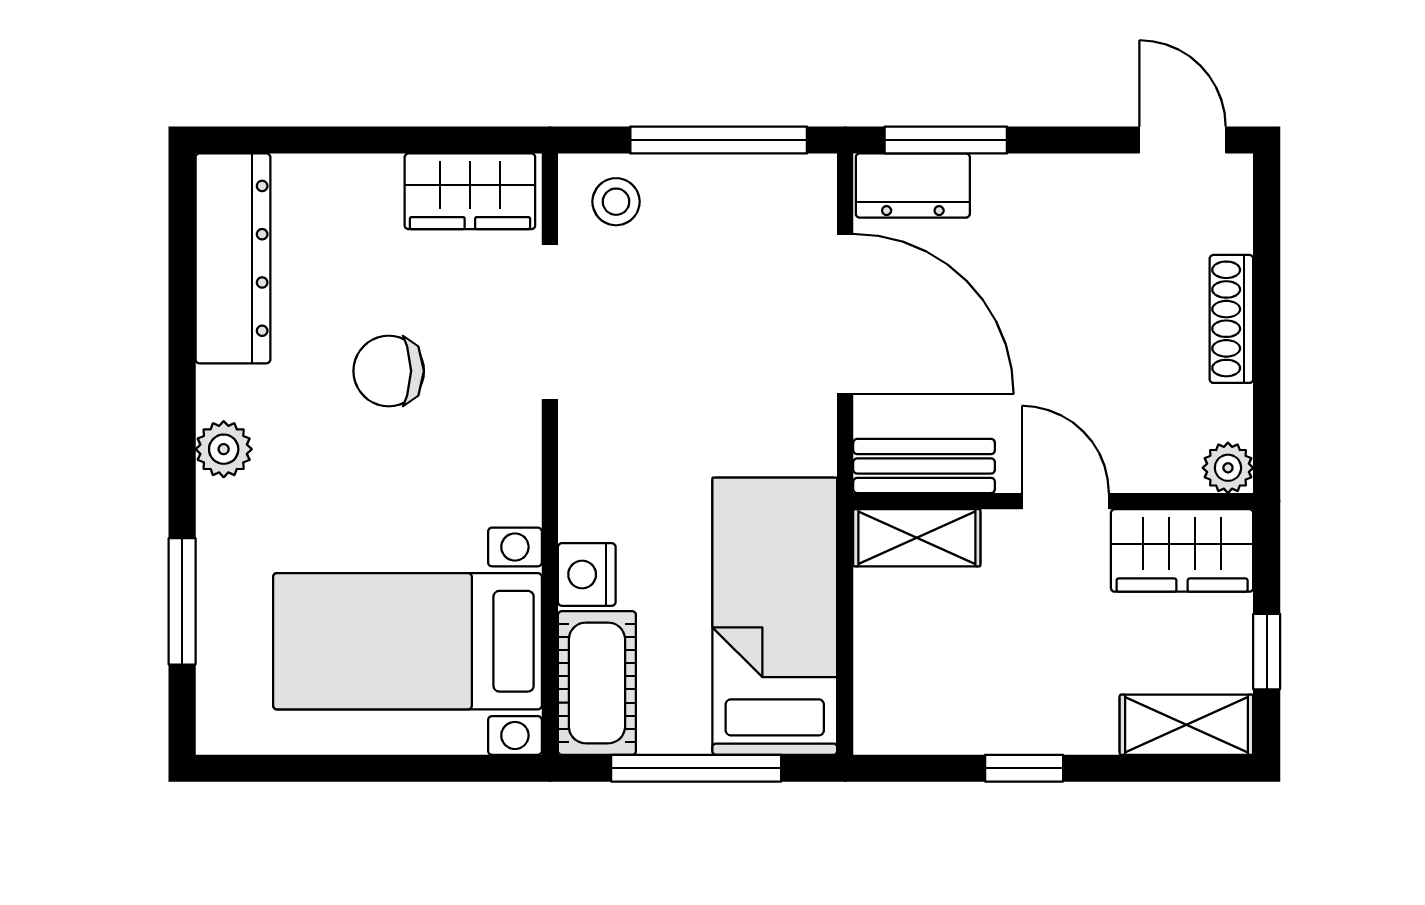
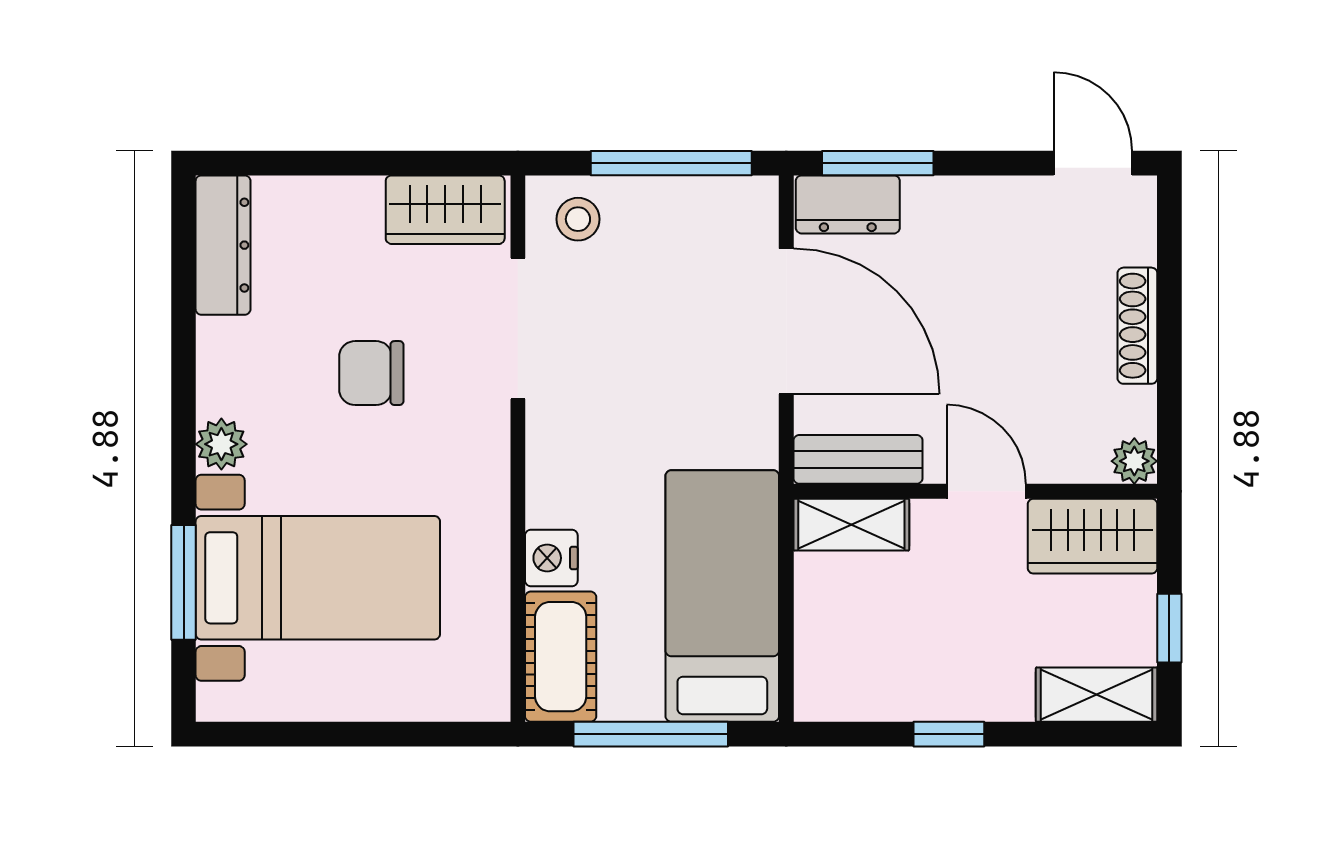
dresser: (233, 258) -> (223, 245), width x0.73, depth x0.80
bed with nightstands: (407, 641) -> (318, 578), moved, turned 180

